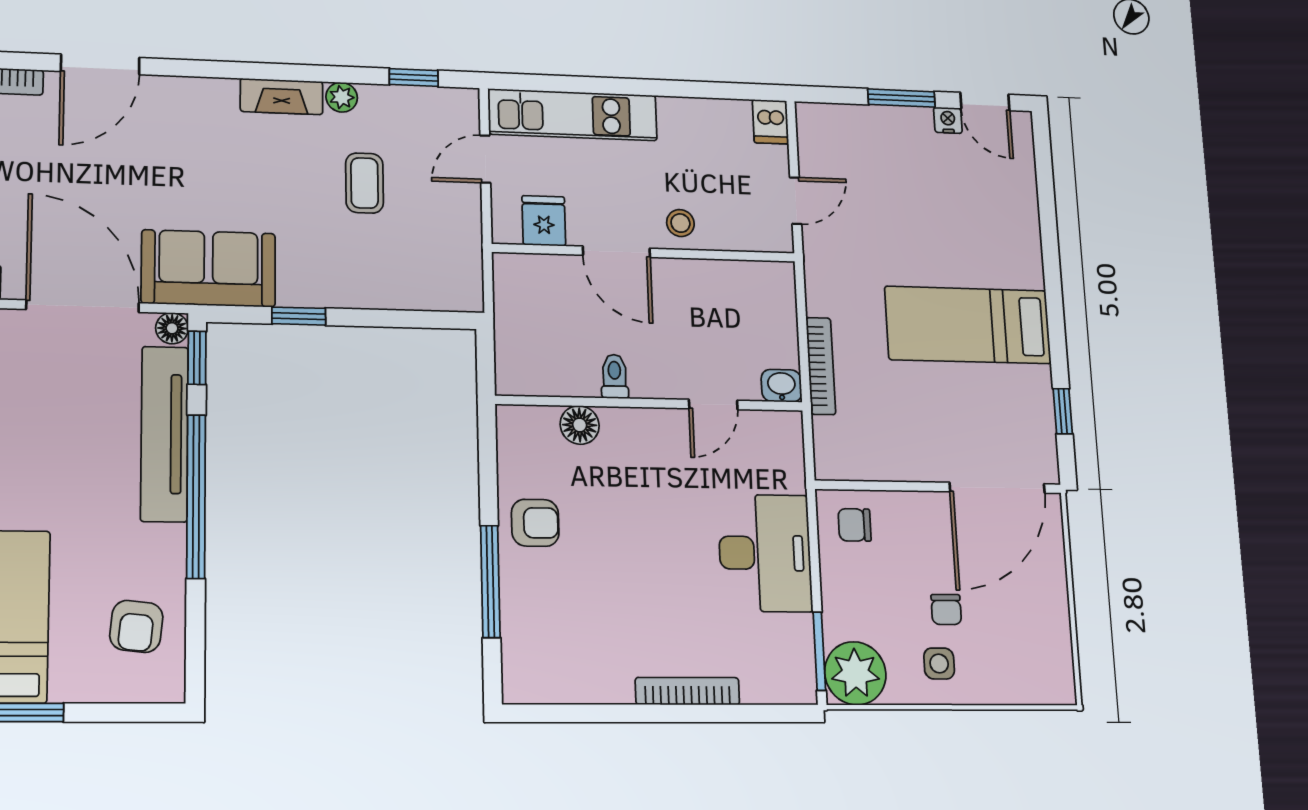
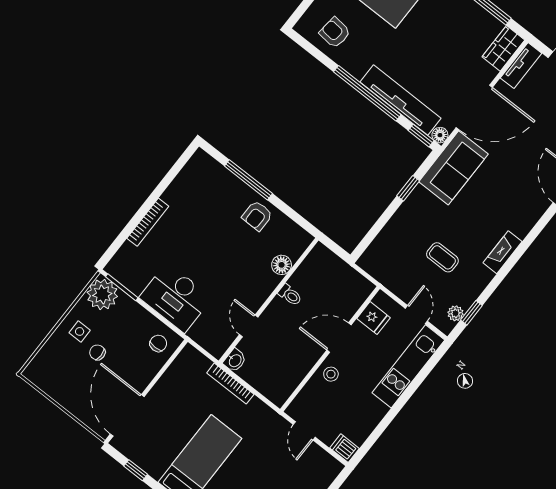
plant: (342, 97) -> (456, 313), moved

